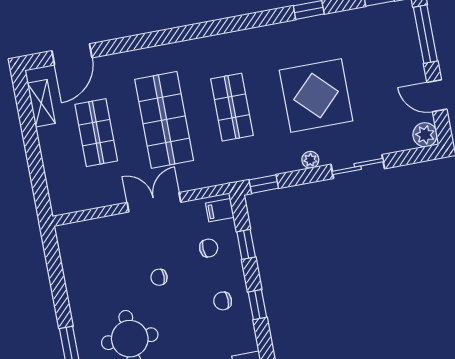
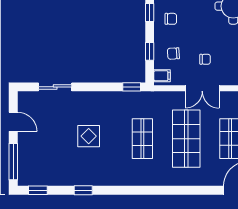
display table: (316, 96) -> (89, 136), width x0.54, depth x0.54
plant: (425, 135) -> (25, 99), removed
plant: (310, 160) -> (100, 97), removed
sliding door: (358, 167) -> (55, 87), moved
chair: (159, 277) -> (205, 59), moved

